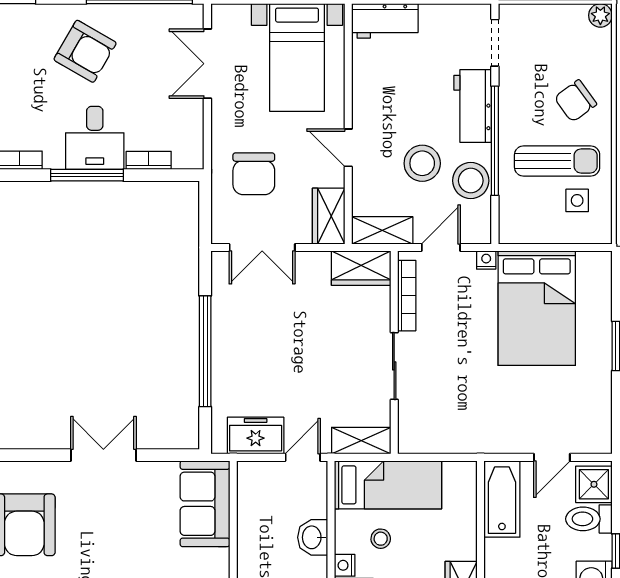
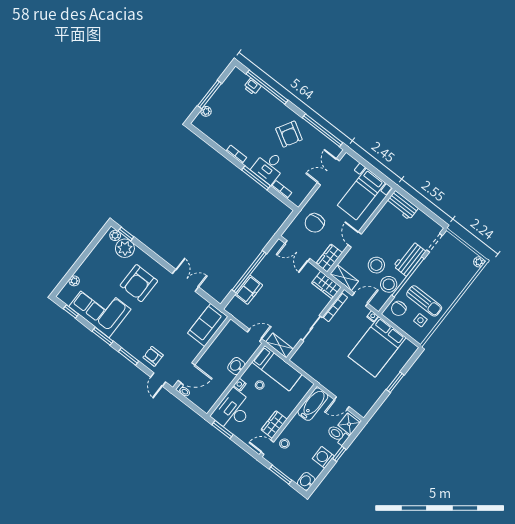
chair: (575, 101) -> (399, 309), moved, turned -54
freezer: (256, 436) -> (249, 290), moved, turned 90

